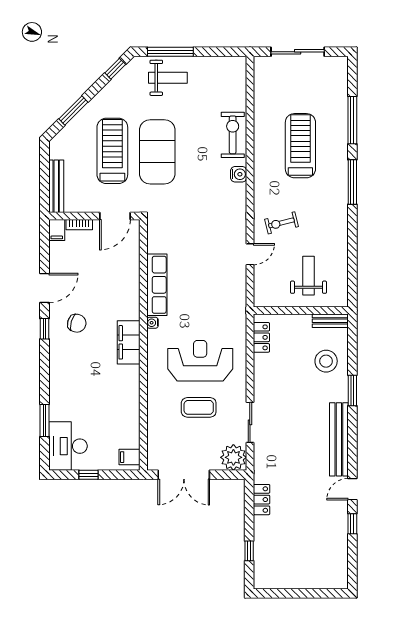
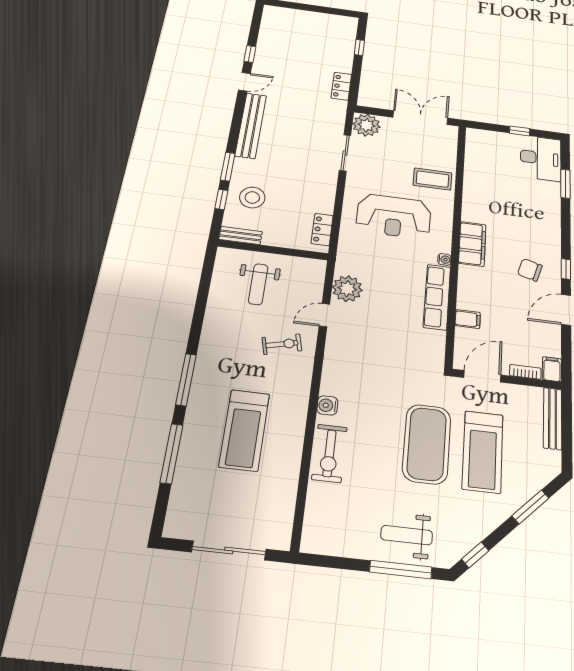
plant: (234, 282) -> (347, 289), added
window: (352, 355) -> (221, 199), added
coffee table: (199, 407) -> (432, 179), moved
filing cabinet: (129, 457) -> (468, 319), moved

